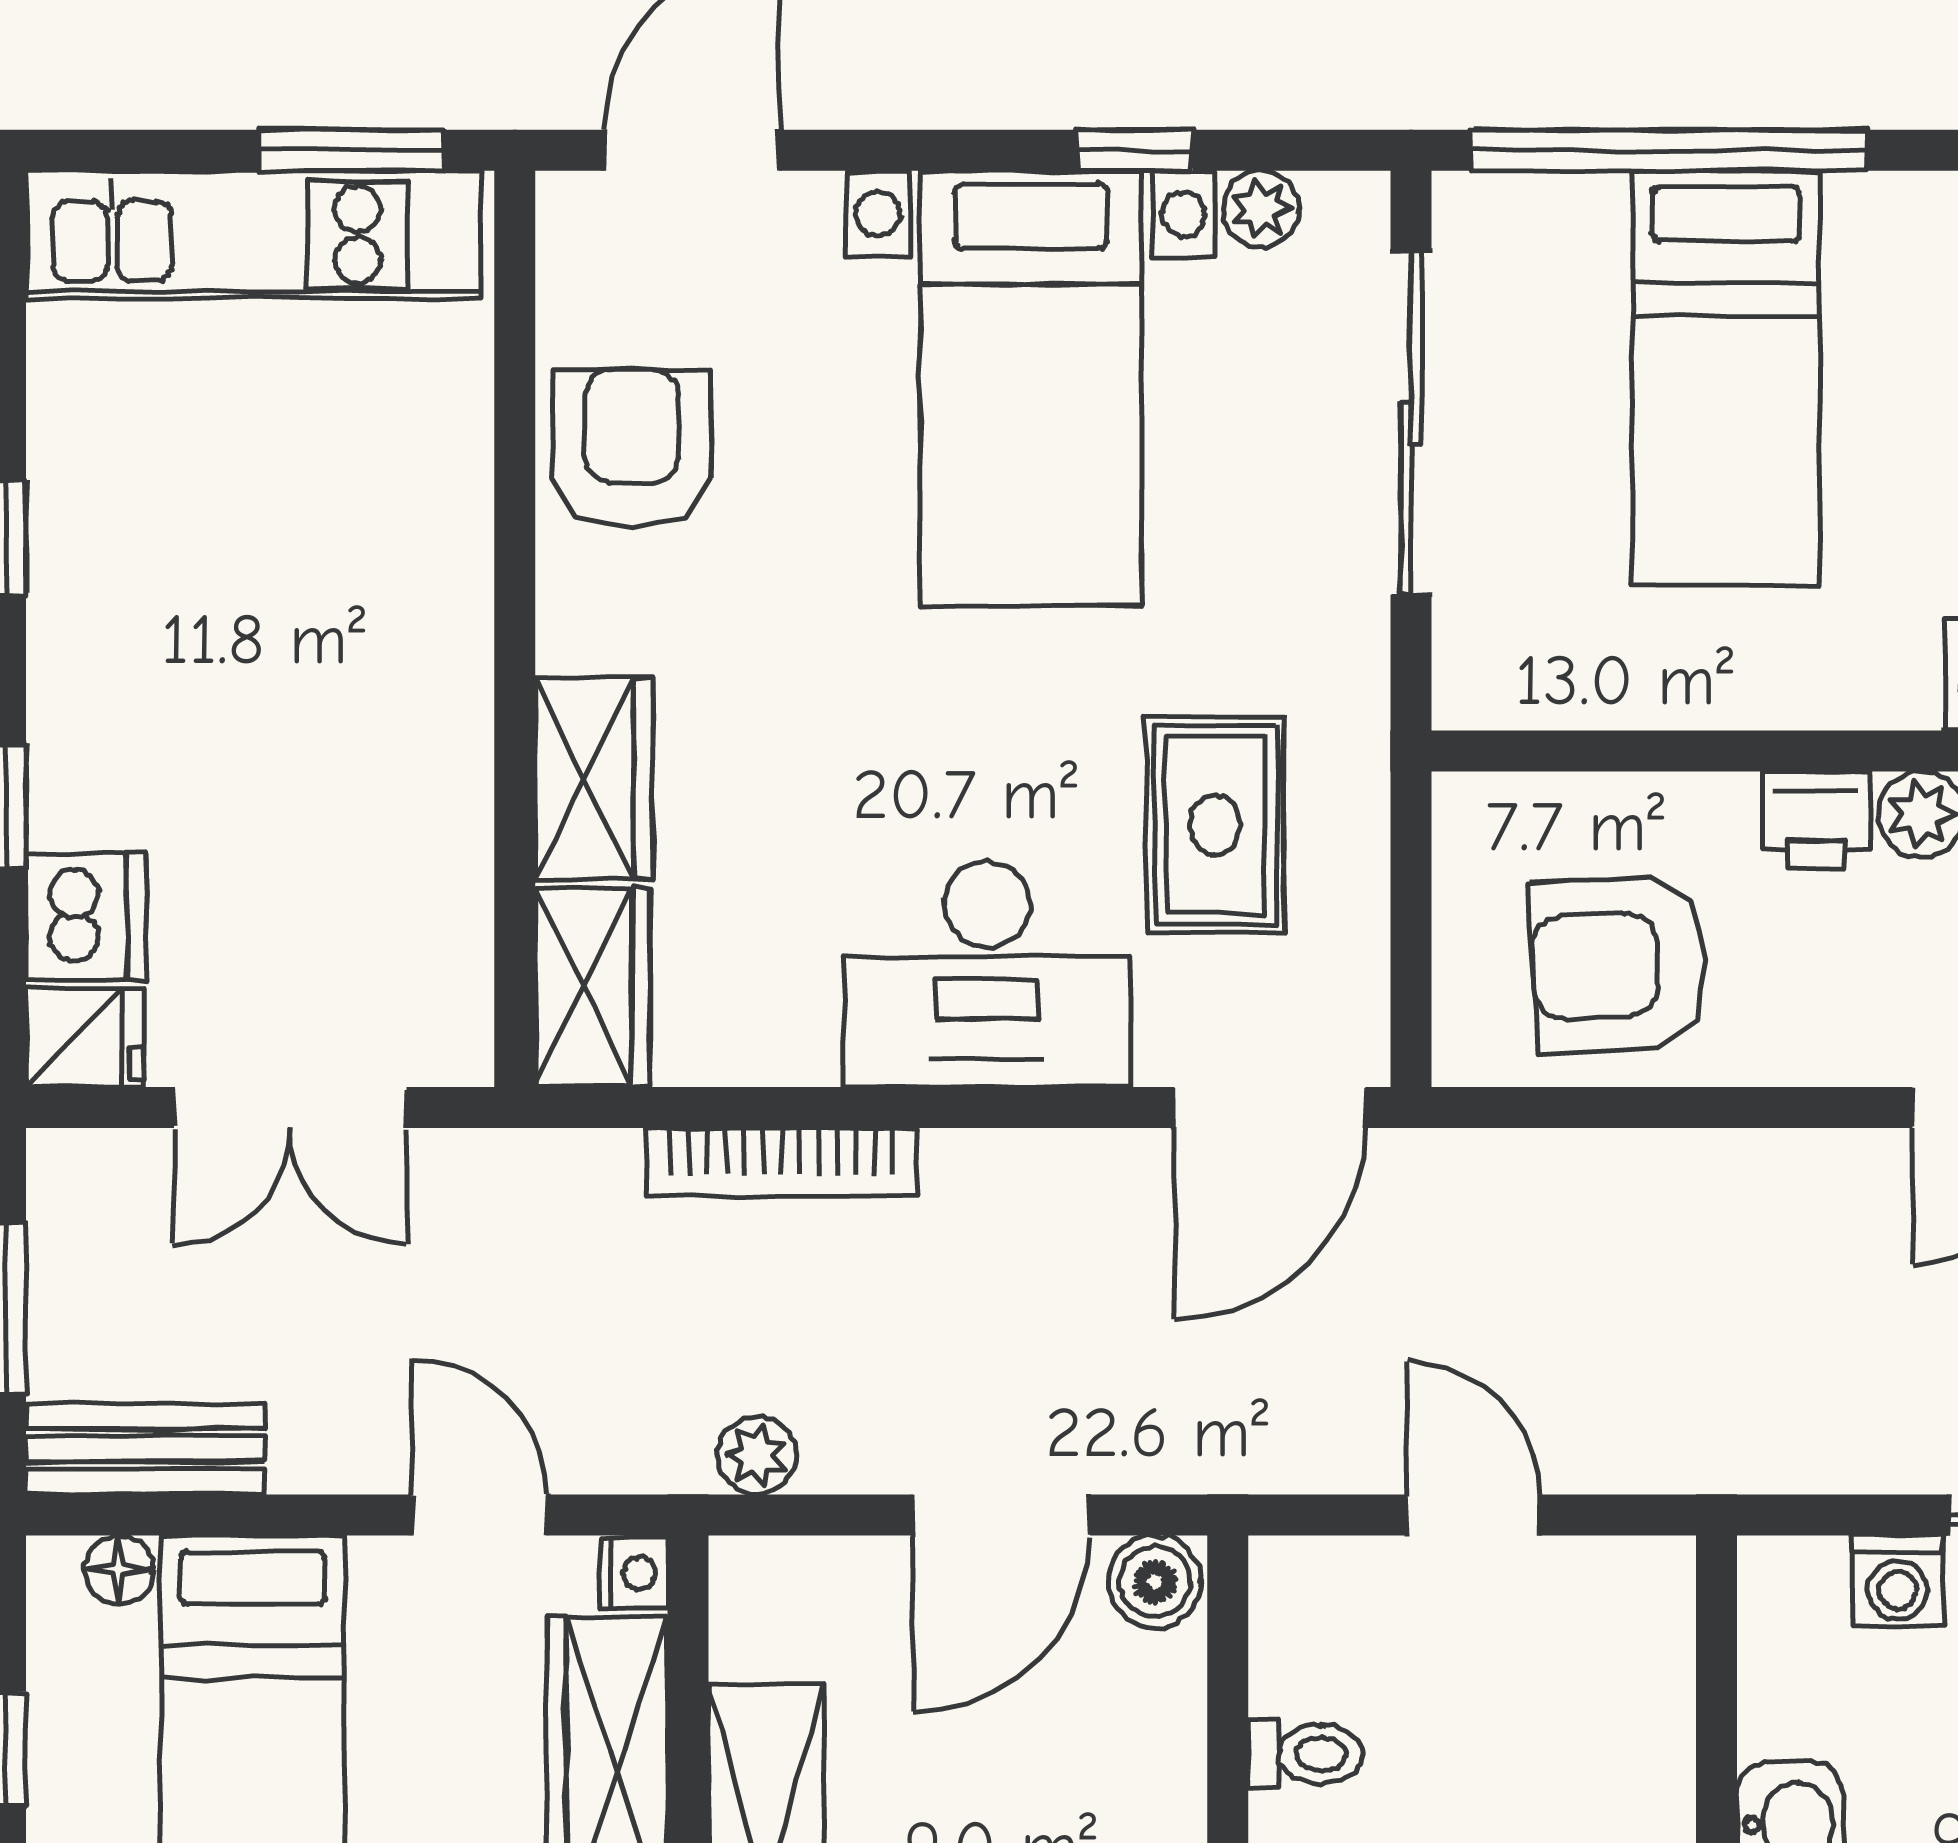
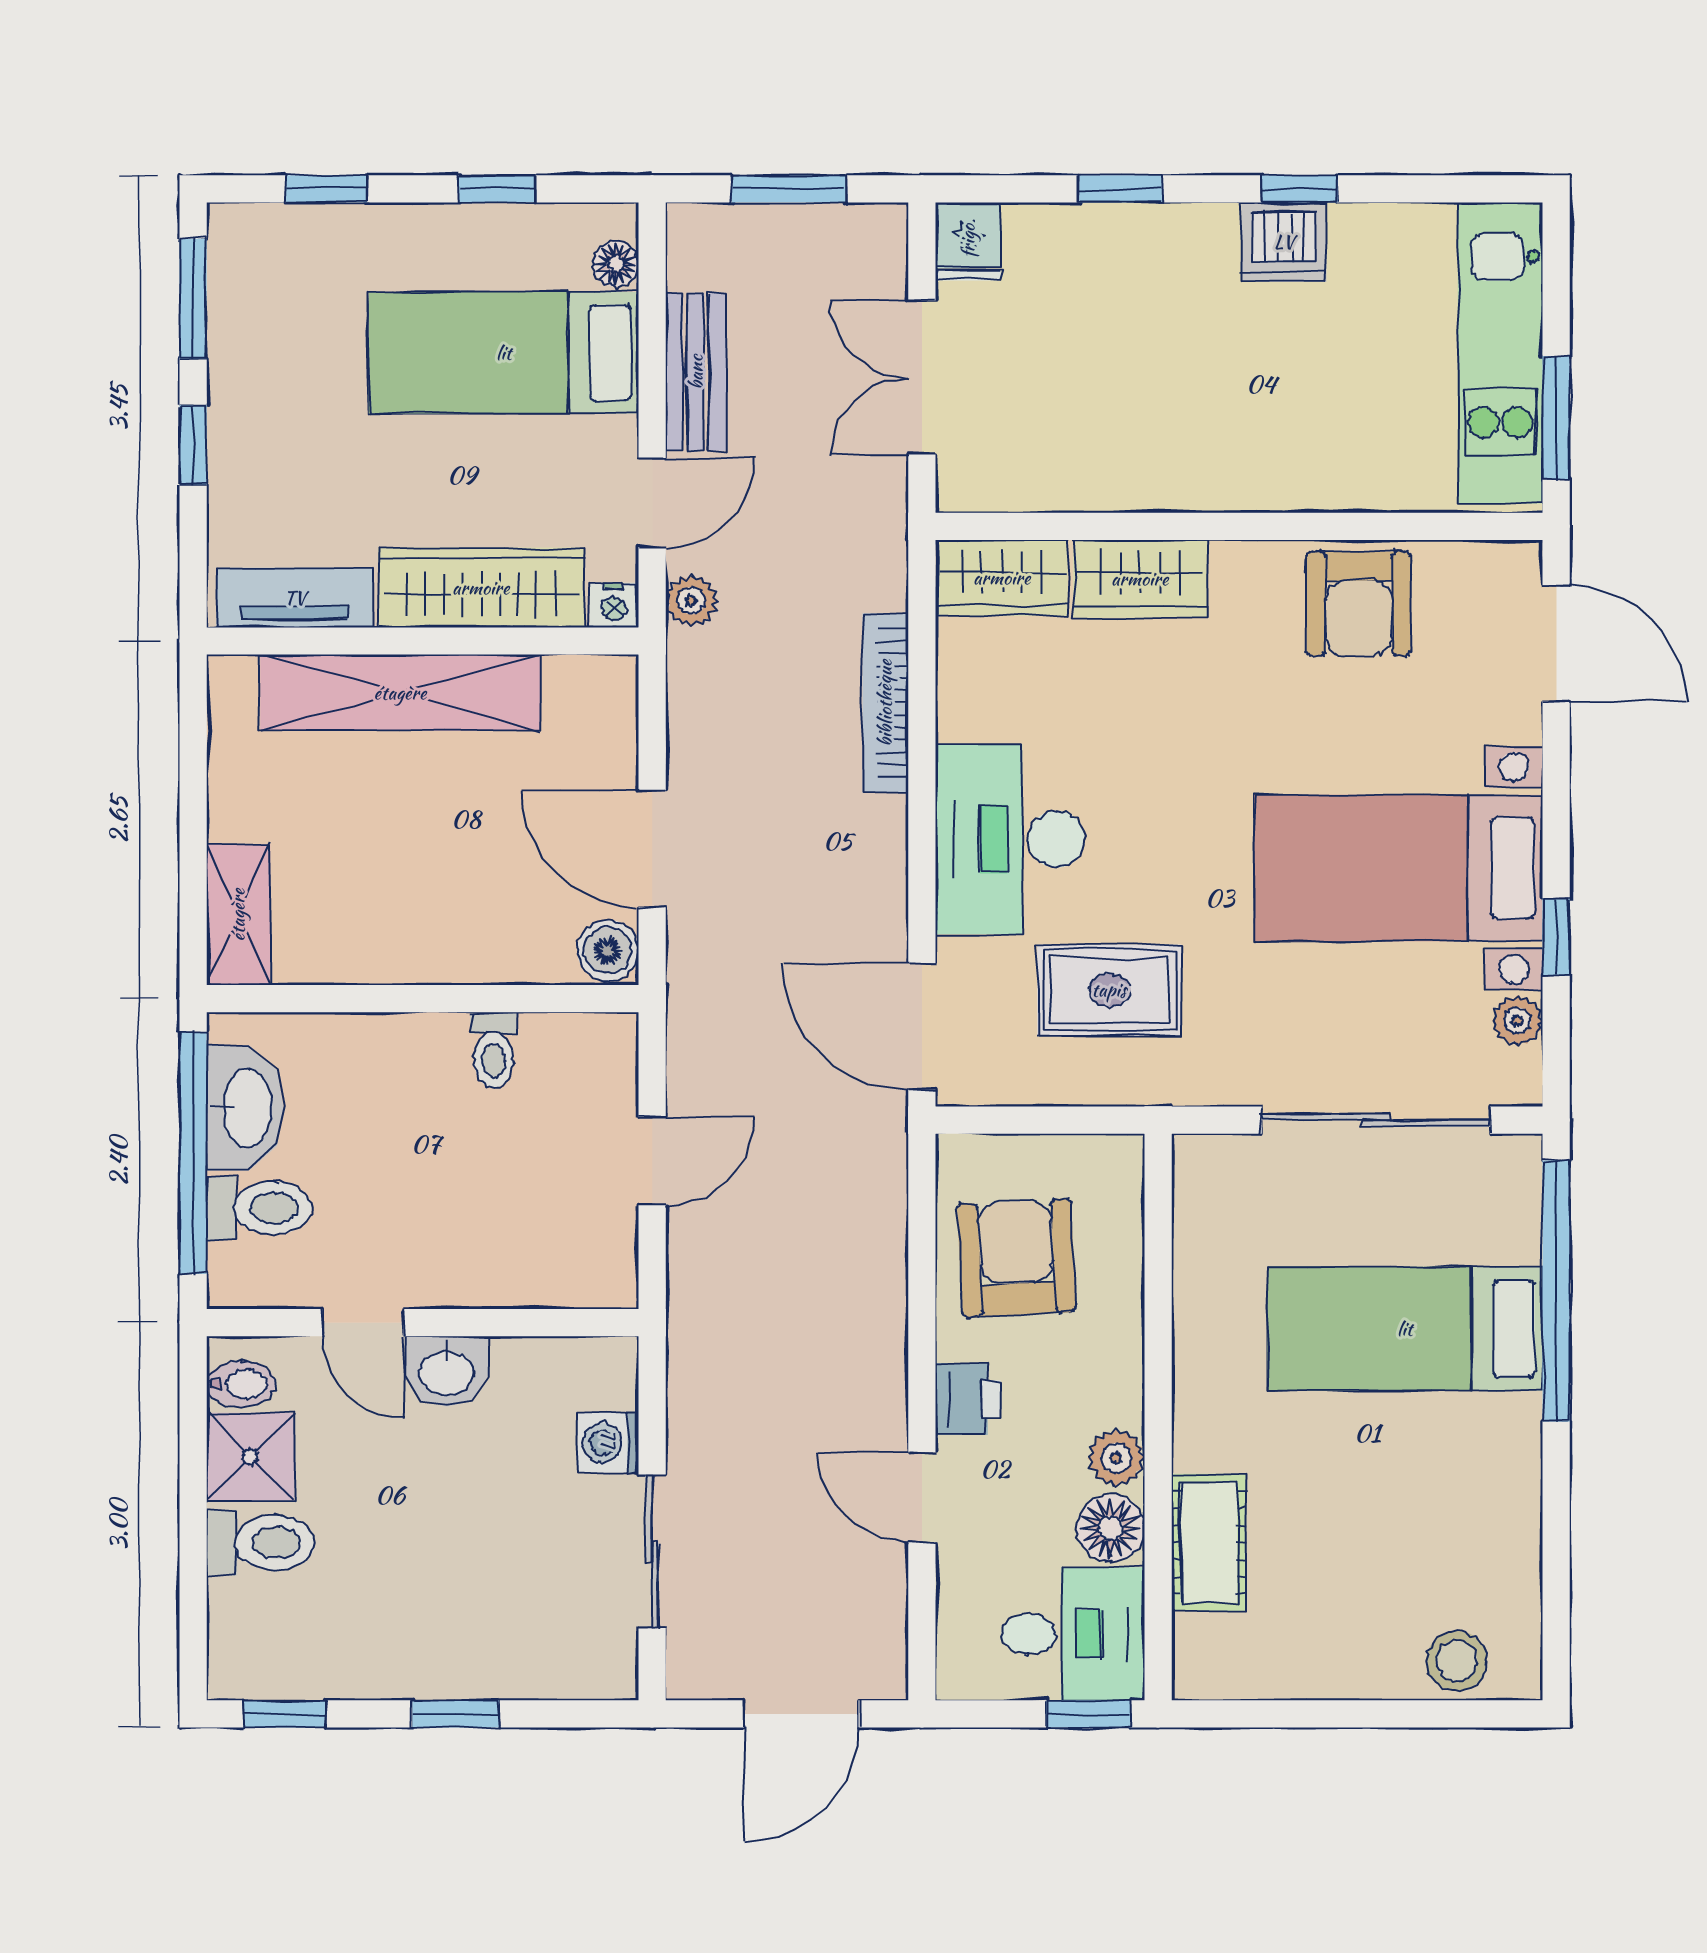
armchair: (632, 448) -> (1359, 604), turned 90
printer: (1816, 821) -> (968, 1399), moved, turned 180
dishwasher: (86, 916) -> (1284, 242), moved
bench: (145, 1449) -> (696, 372), moved
plant: (757, 1455) -> (691, 601), moved

